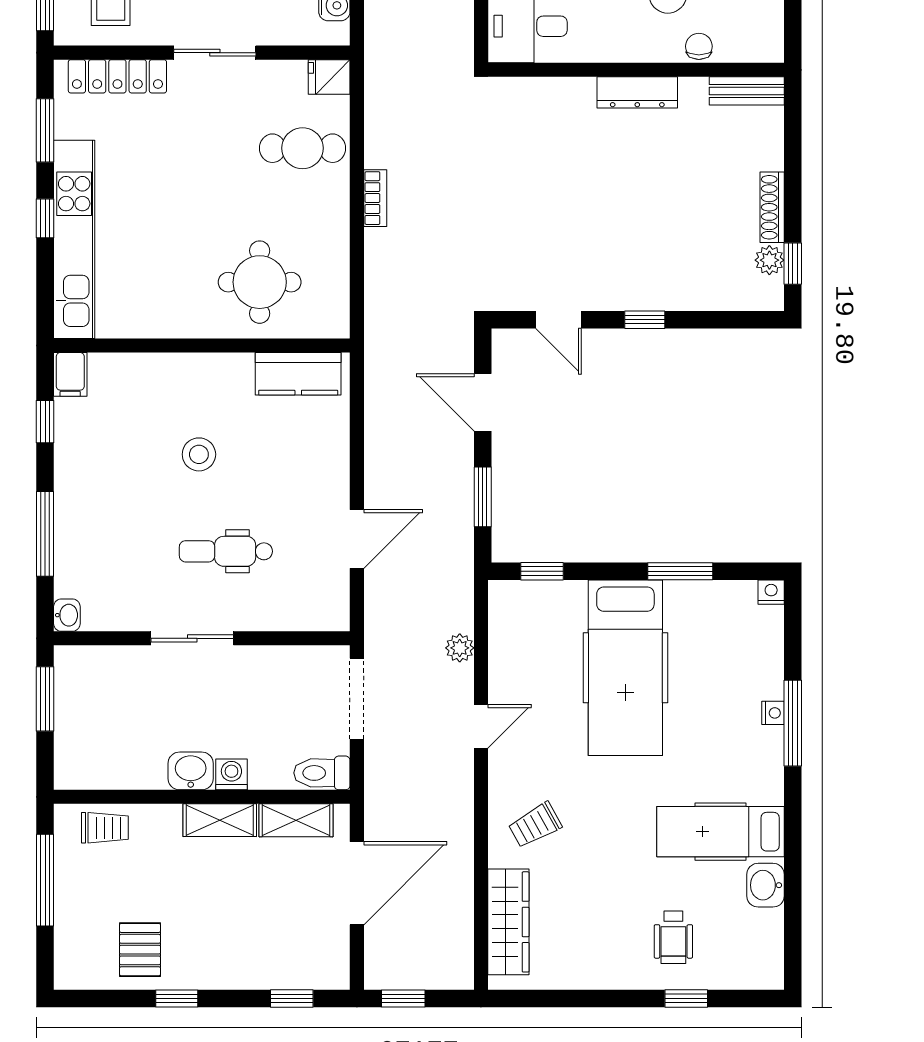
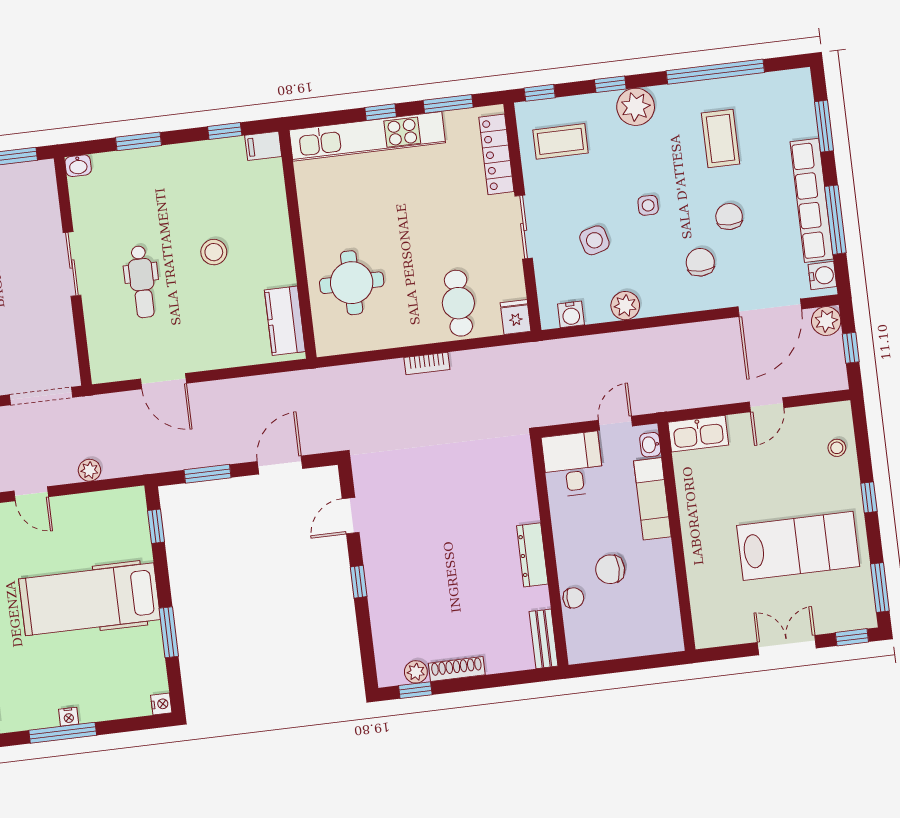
window: (45, 534) -> (138, 141), width x0.69
dental chair: (226, 551) -> (142, 282), turned 180

